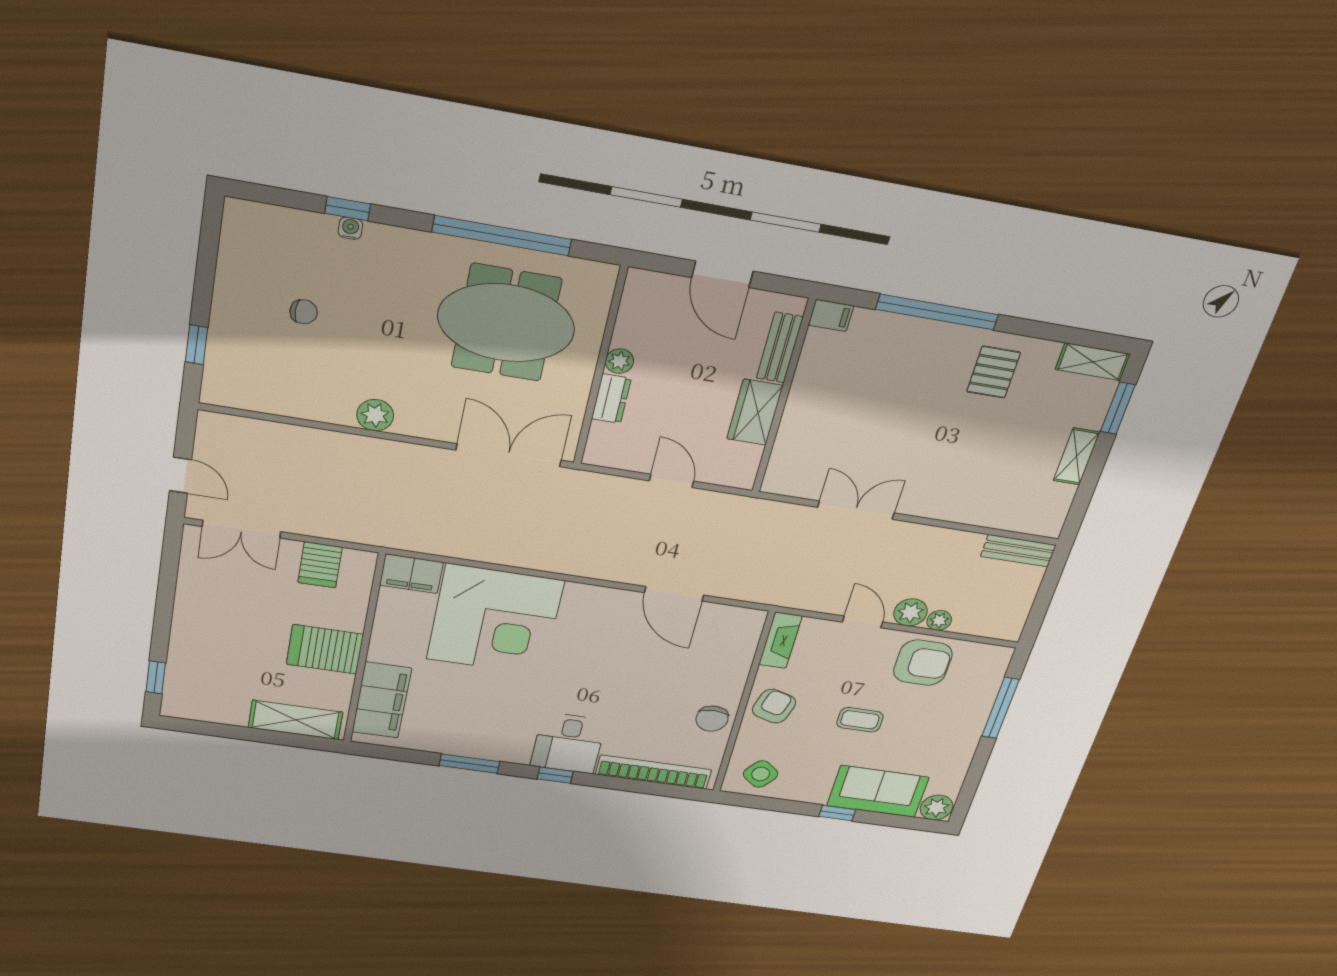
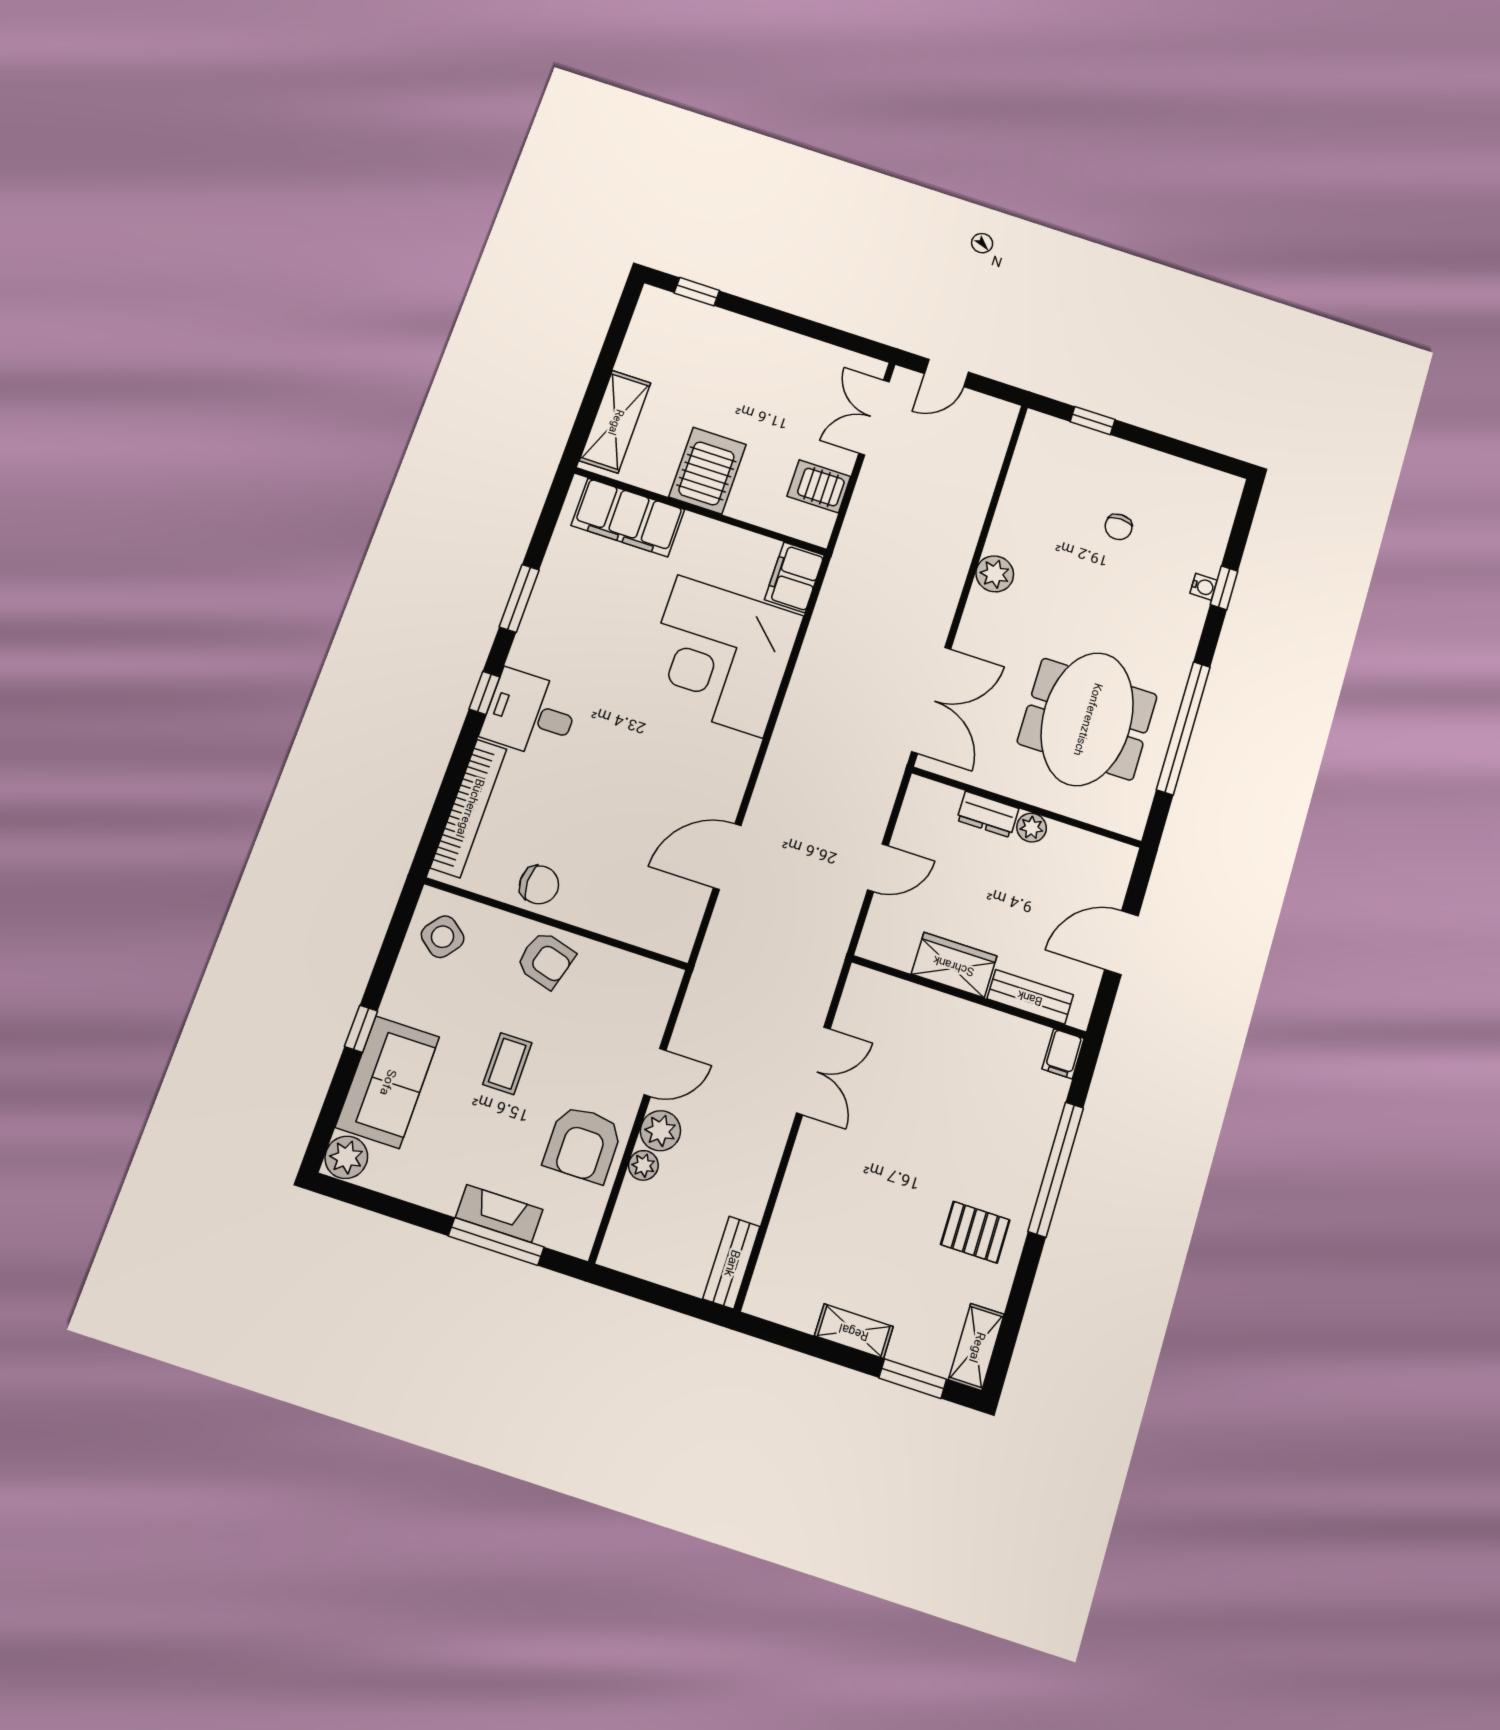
fireplace: (780, 640) -> (499, 1213), moved, turned 180
chair: (712, 719) -> (539, 885), turned 180

